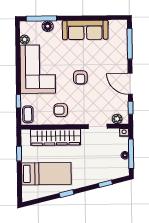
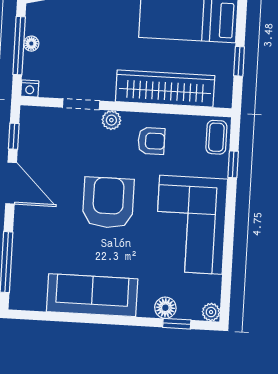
window: (41, 18) -> (177, 324), width x0.46
plant: (25, 40) -> (211, 312), moved
armchair: (80, 77) -> (108, 203), width x1.88, depth x1.88
plant: (117, 119) -> (111, 120), moved

